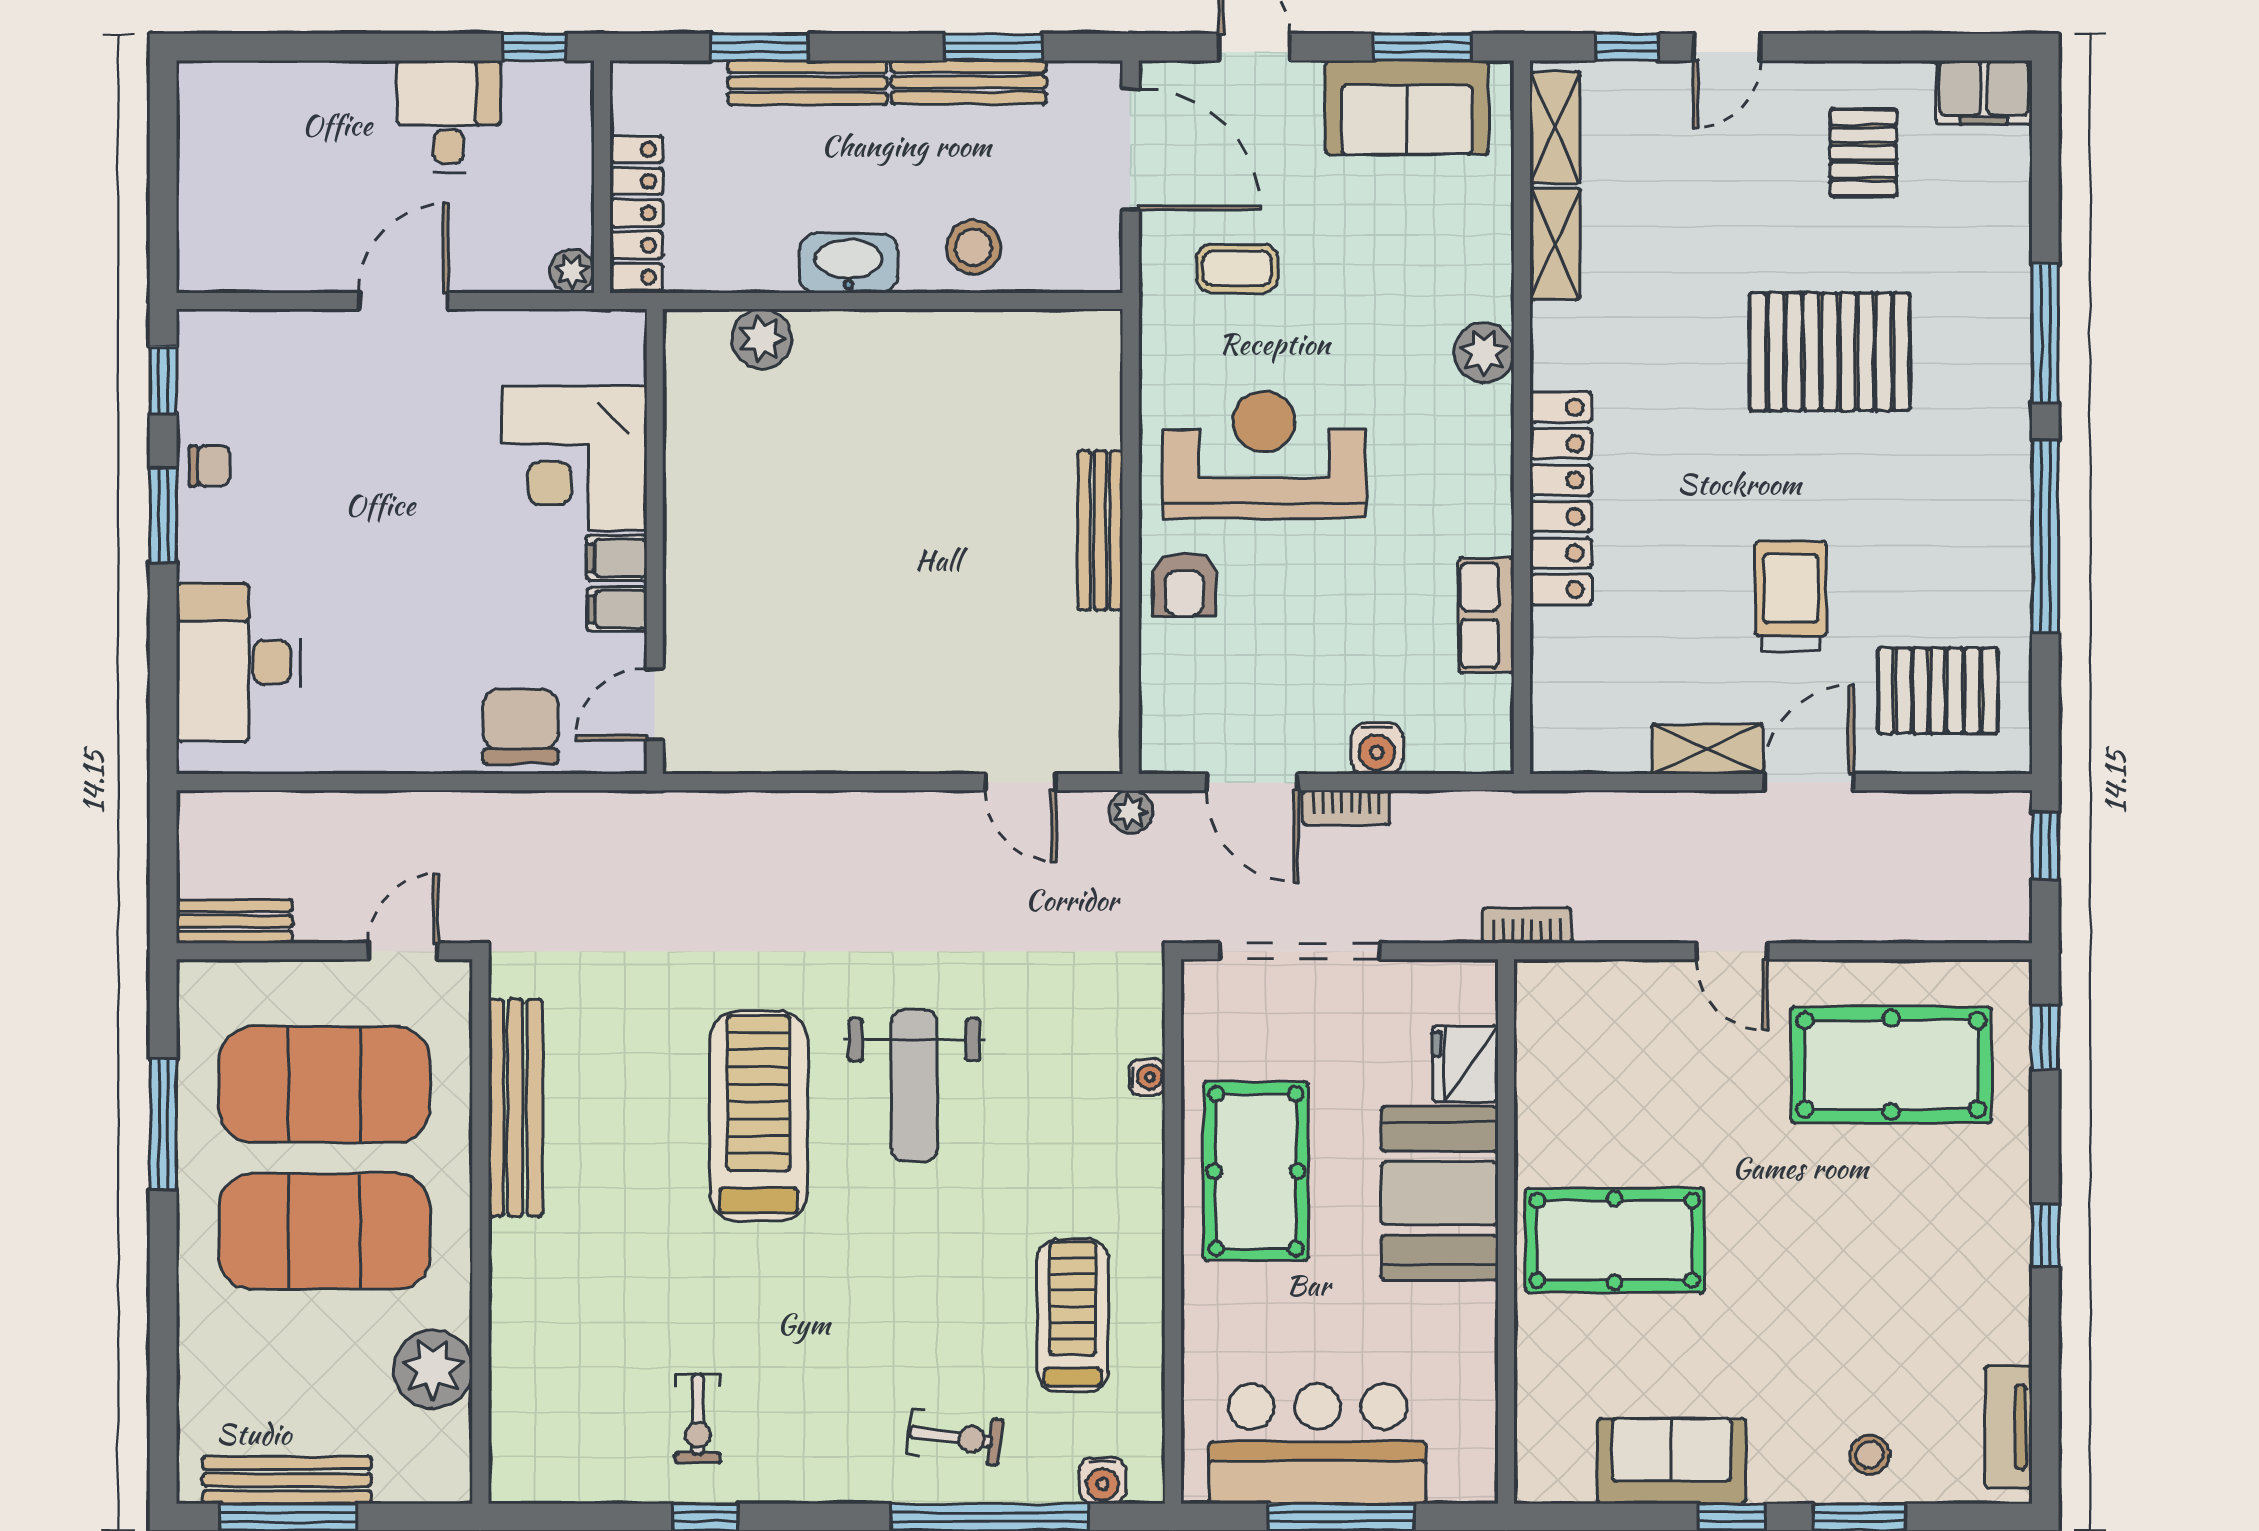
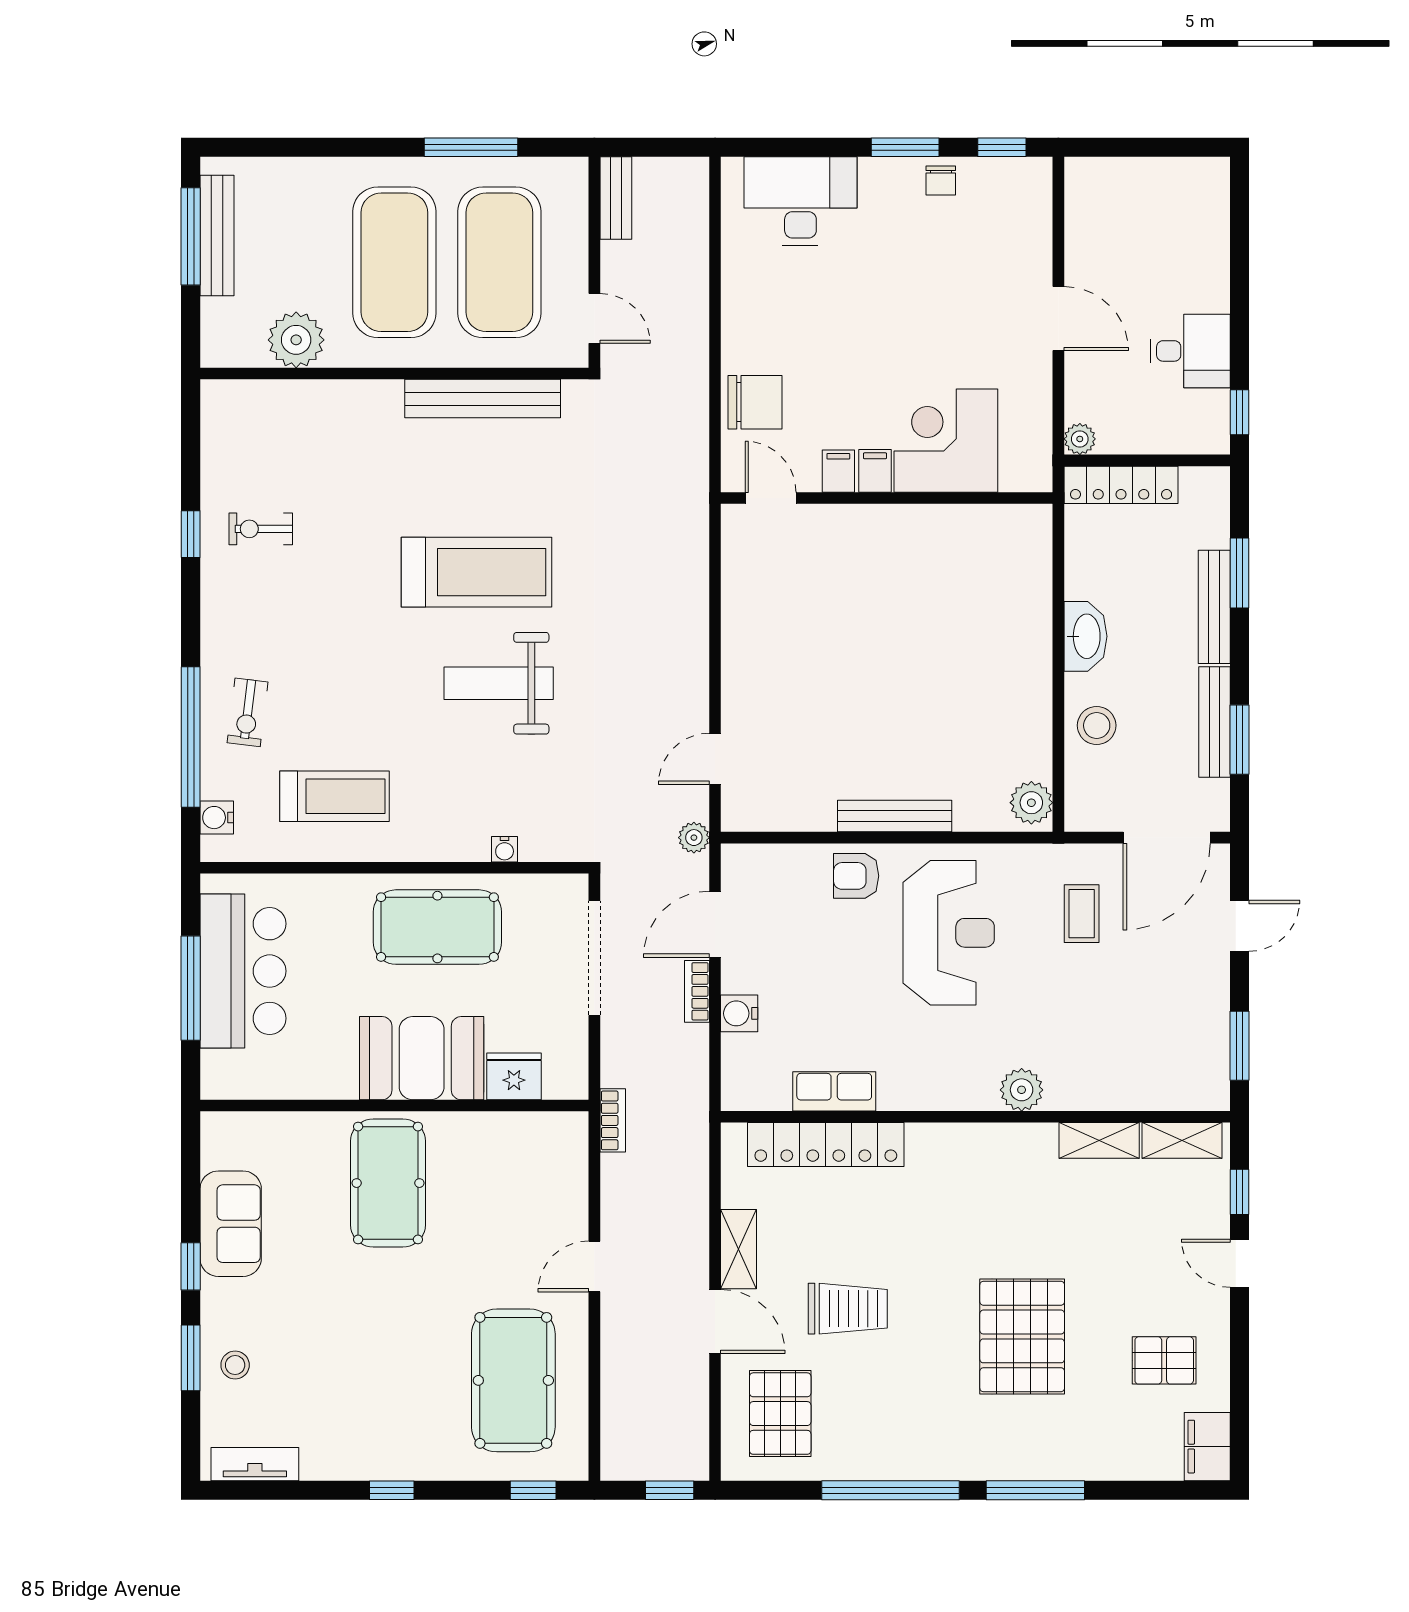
sofa: (1407, 107) -> (1196, 1035), removed
plant: (762, 339) -> (1031, 803), moved
locker: (1561, 498) -> (826, 1145), moved

